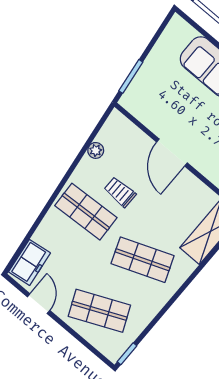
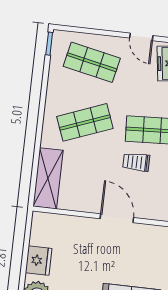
trolley: (120, 192) -> (136, 162), turned 180
shop shelf: (99, 311) -> (92, 62), turned 36

